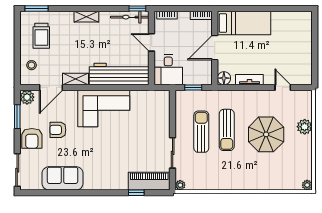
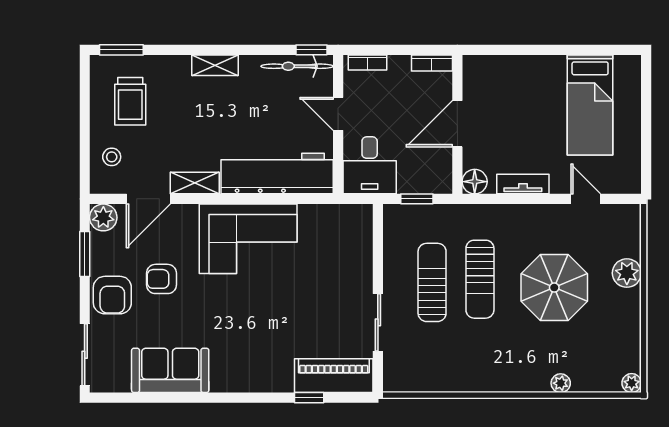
bed: (244, 23) -> (590, 105), moved, turned 90
plant: (180, 185) -> (561, 383), moved

